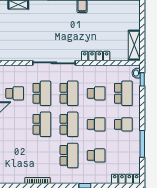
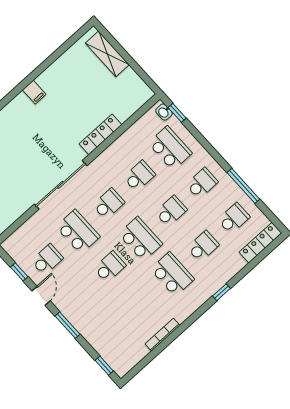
shelving: (134, 45) -> (107, 54), moved
school desk: (69, 93) -> (109, 204), width x0.54
school desk: (42, 124) -> (110, 267), width x0.54
school desk: (123, 155) -> (234, 218), added

